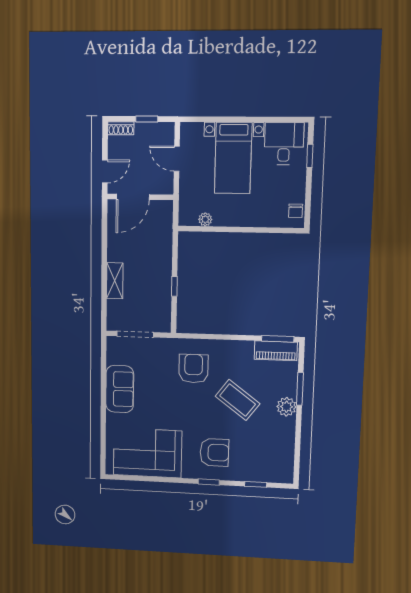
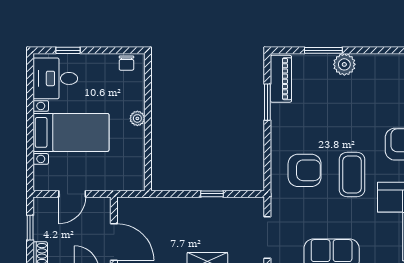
chair: (296, 211) -> (126, 63), turned 90
plant: (205, 219) -> (137, 118), moved
window: (278, 339) -> (267, 102), moved
armchair: (193, 369) -> (305, 170), turned 180
coffee table: (238, 400) -> (352, 175), moved, turned -37

